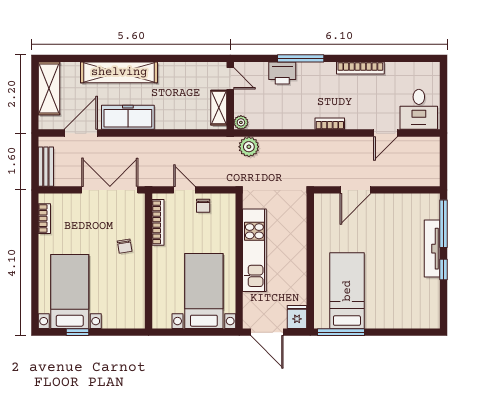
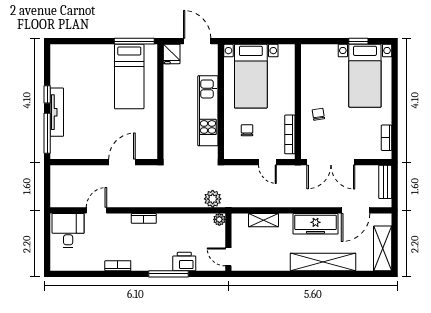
bookcase: (360, 68) -> (118, 266), width x0.64
shelving: (219, 108) -> (263, 220), moved, turned 90
chair: (203, 206) -> (247, 130), moved

